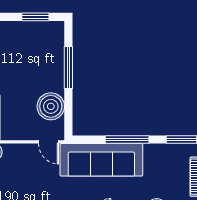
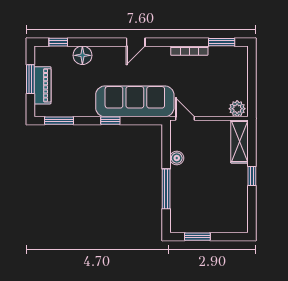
boiler: (51, 106) -> (177, 158), width x0.54, depth x0.54
window: (127, 139) -> (110, 121), width x0.46

